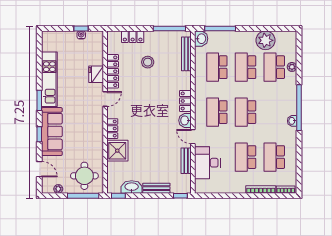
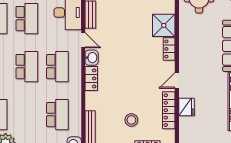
school desk: (246, 67) -> (27, 115), removed

